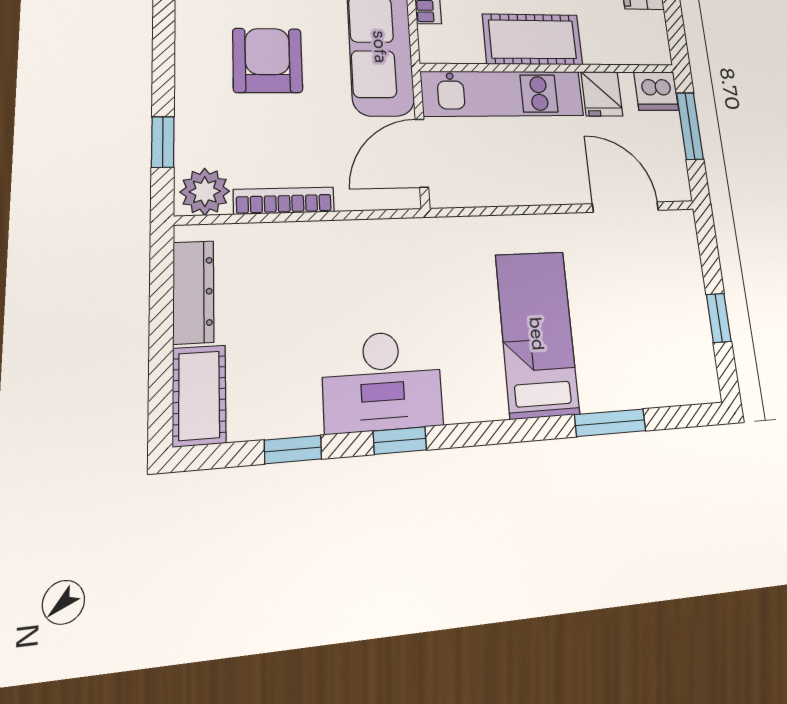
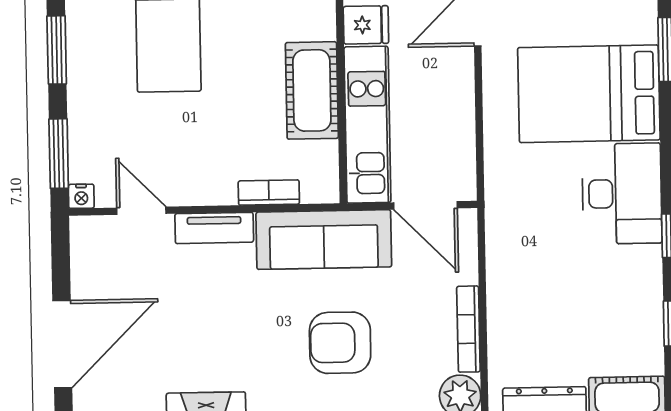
bed: (537, 334) -> (589, 94), width x1.50
desk: (382, 381) -> (622, 194), moved

